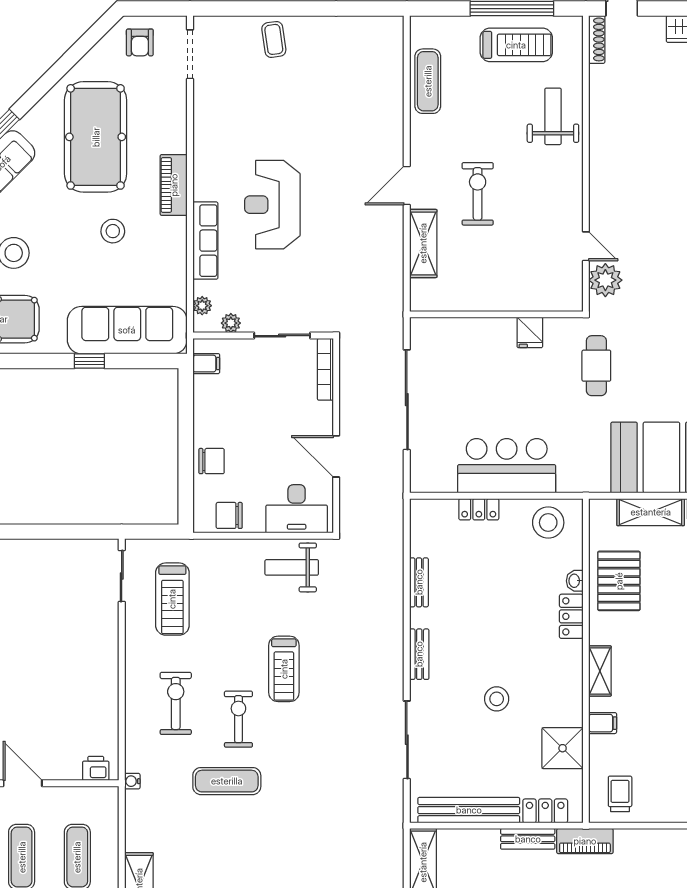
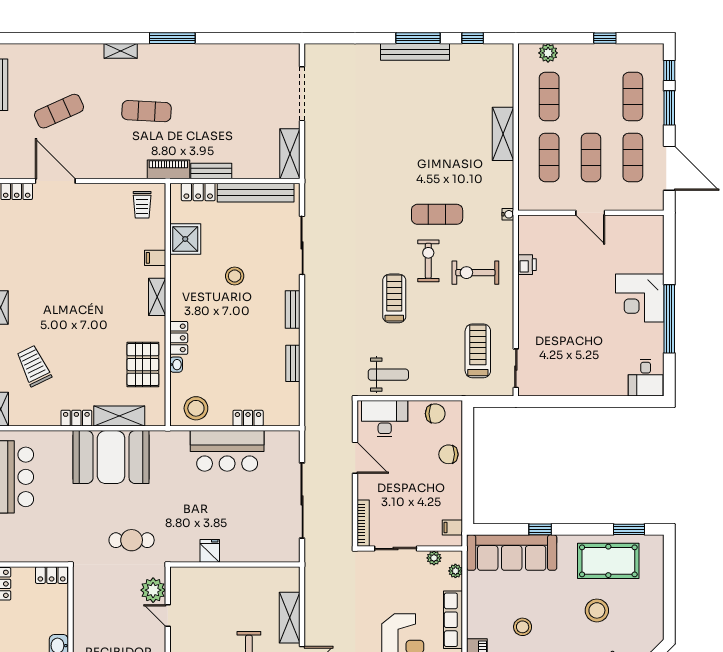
cafe table: (596, 366) -> (132, 540), moved, turned 90
exercise bike: (176, 703) -> (475, 273), turned 90
exercise bike: (238, 719) -> (428, 261), turned 180
printer: (96, 768) -> (527, 265), moved, turned -90

